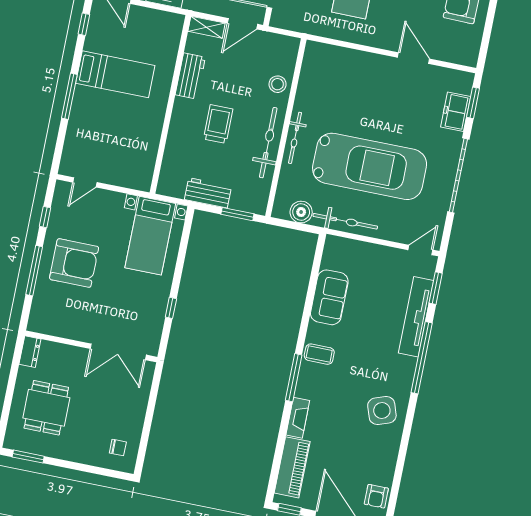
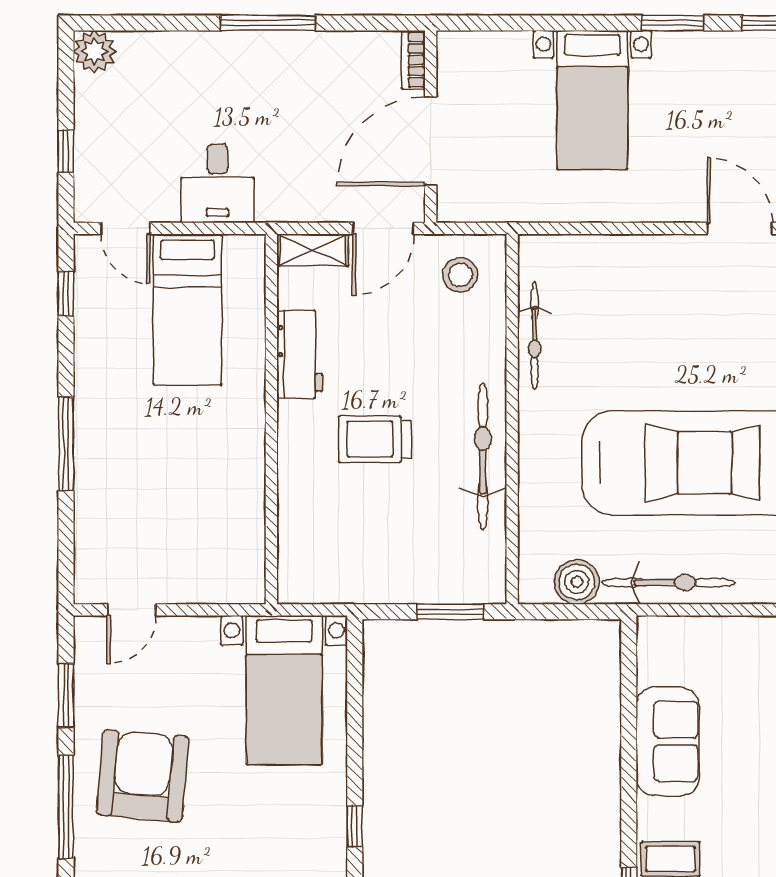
bed: (115, 74) -> (187, 310), moved, turned 90
stool: (278, 84) -> (460, 275), moved
trolley: (218, 124) -> (375, 439), turned -90
bicycle: (295, 138) -> (535, 336), moved
workbench: (208, 193) -> (382, 581), removed
window: (45, 217) -> (66, 695), width x1.50
armchair: (74, 263) -> (143, 776), turned -85

